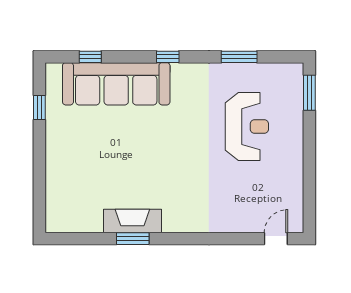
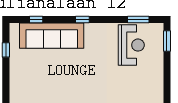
window: (239, 57) -> (138, 20), moved
reception desk: (247, 127) -> (131, 45), moved

